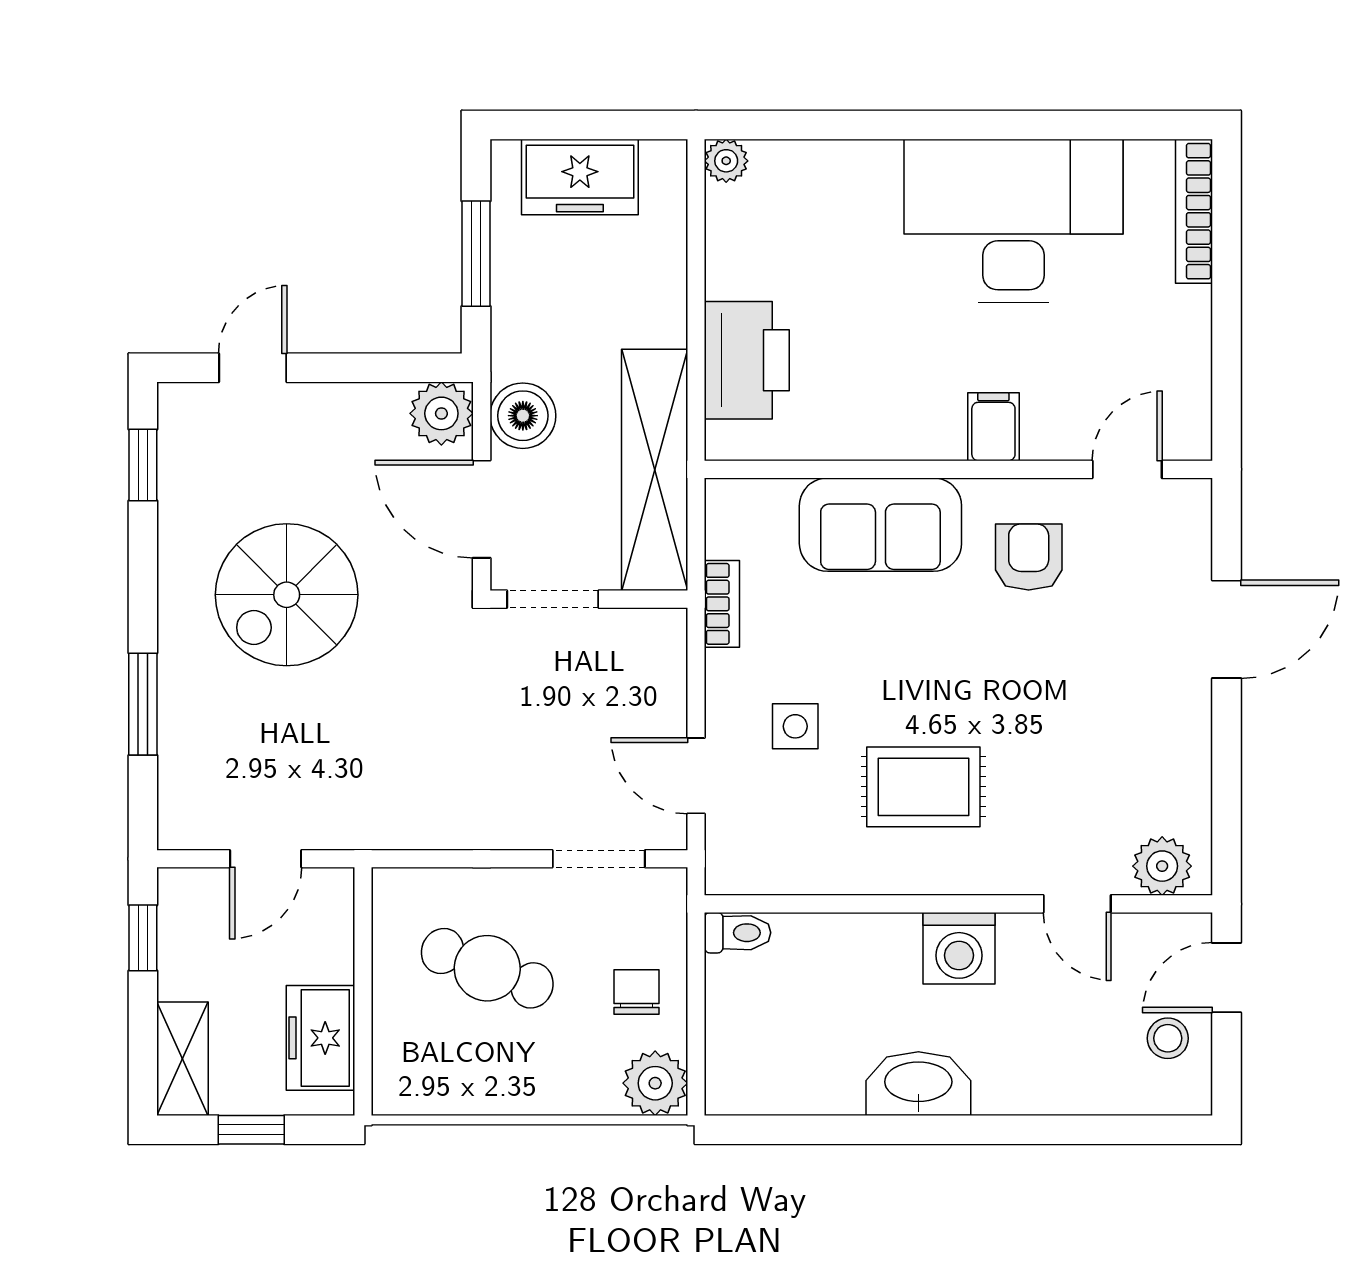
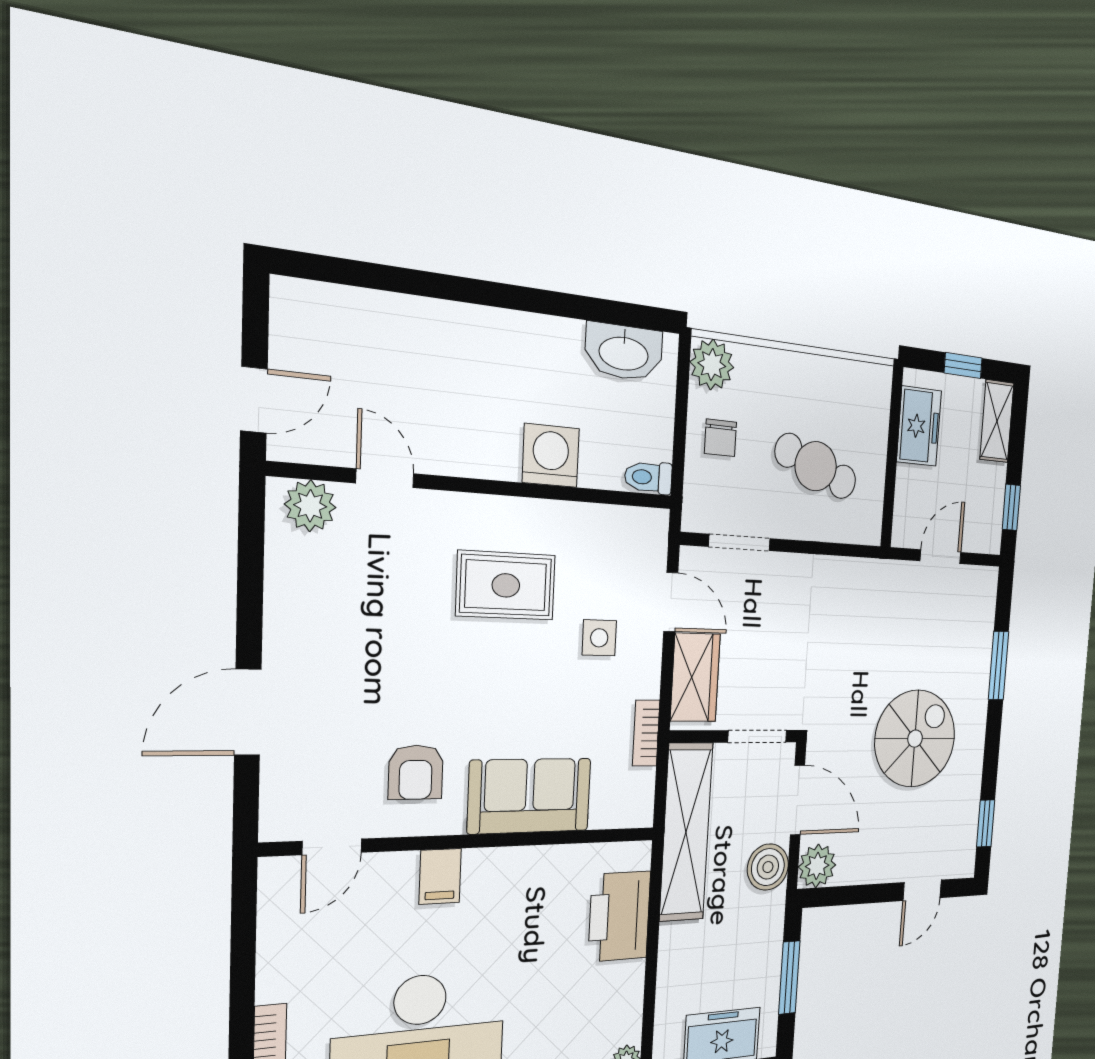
wardrobe: (654, 678) -> (695, 678), added
washing machine: (959, 948) -> (551, 455), moved
stool: (1168, 1038) -> (309, 350), removed
washbasin: (918, 1084) -> (624, 352), moved

